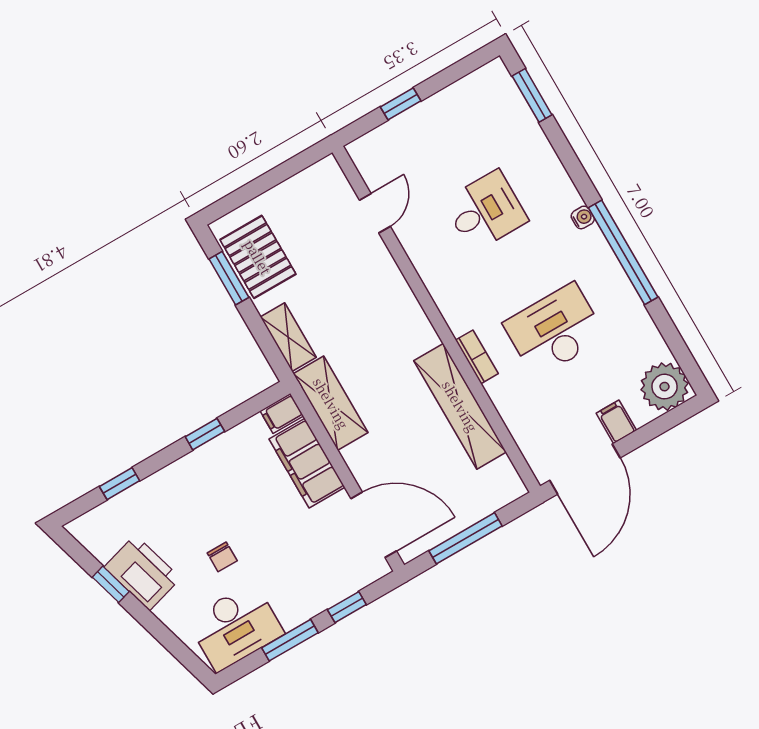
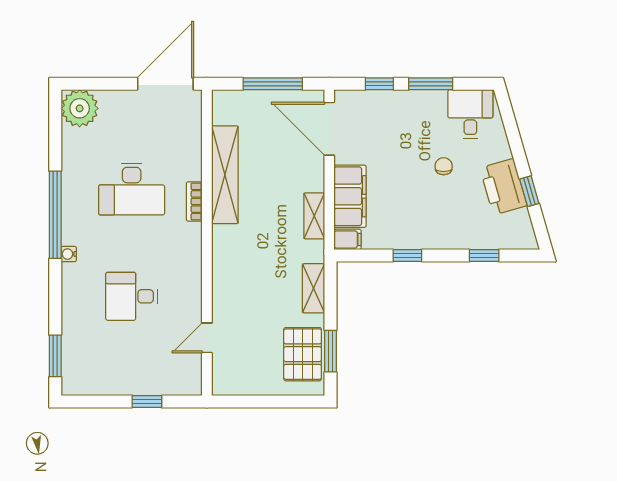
shelving: (331, 403) -> (314, 216), width x0.67, depth x0.75
filing cabinet: (616, 422) -> (126, 103), removed
desk: (235, 627) -> (470, 114), width x0.73

